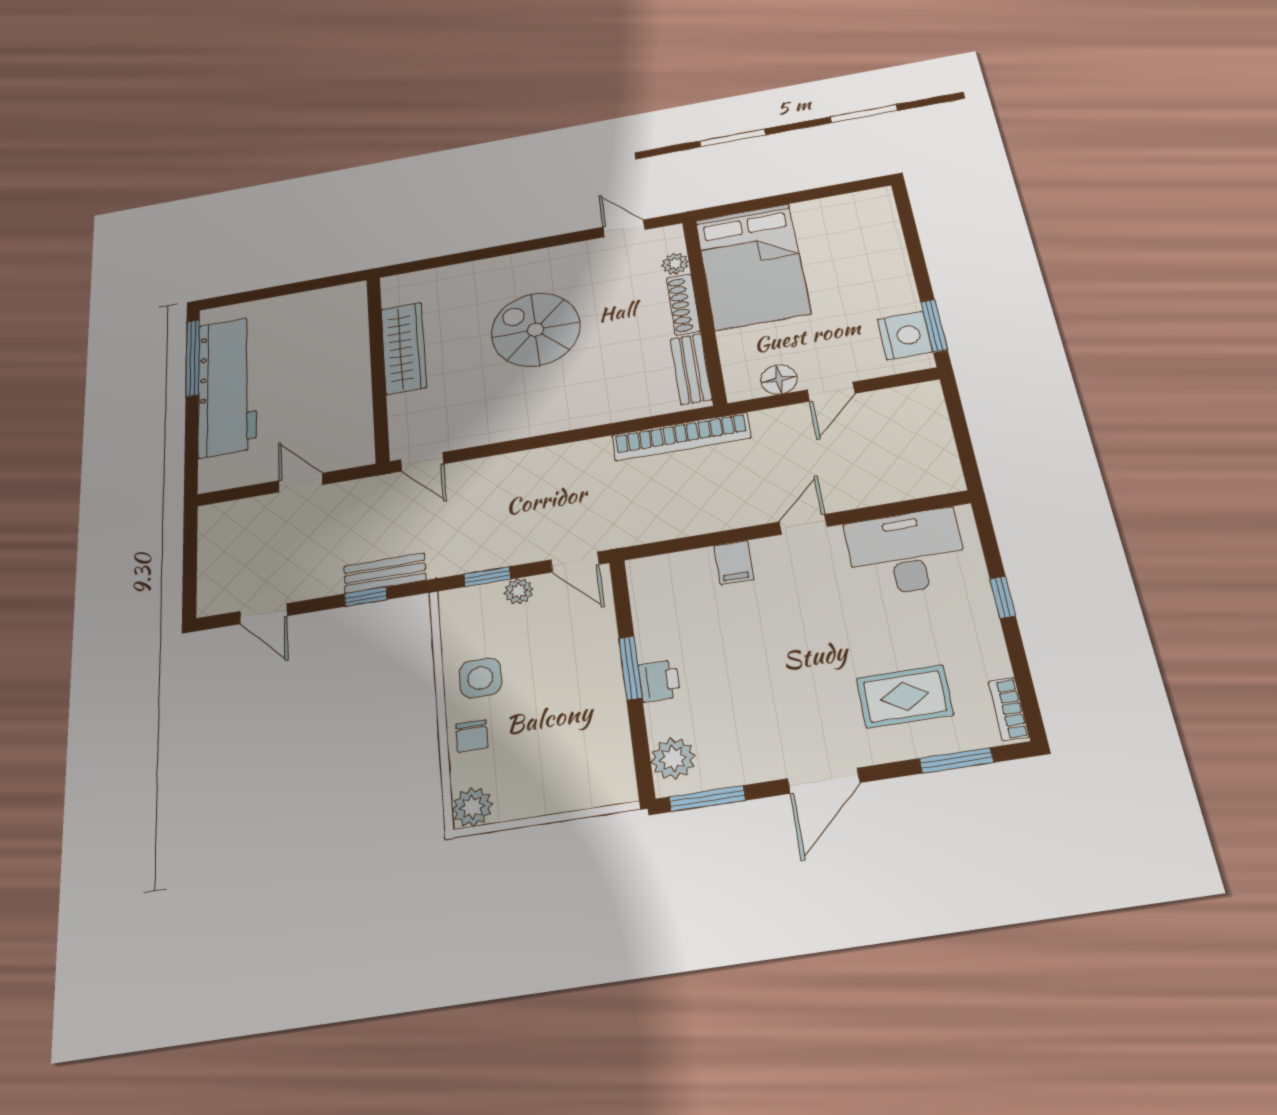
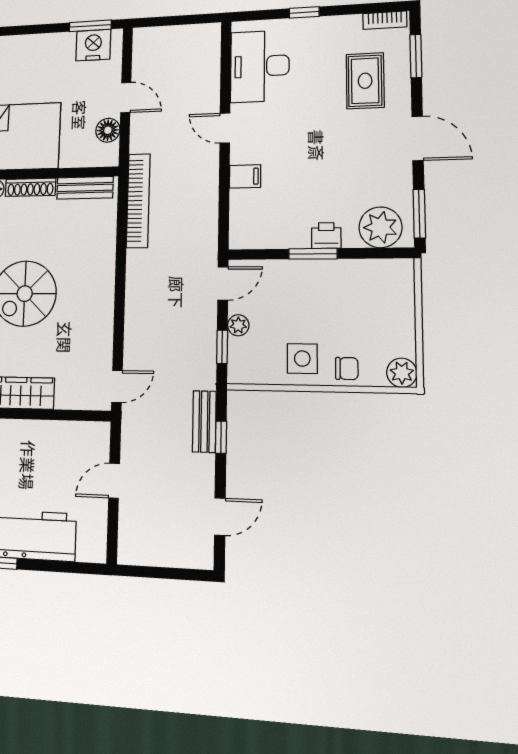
plant: (673, 759) -> (380, 227), width x1.36, depth x1.36

